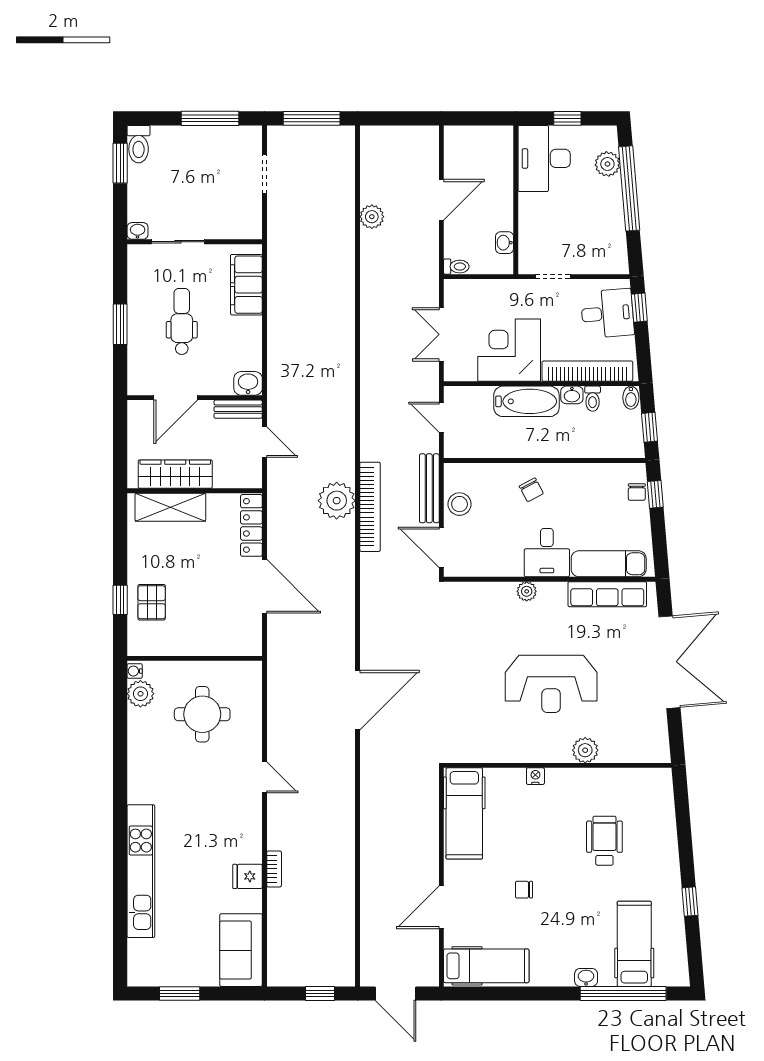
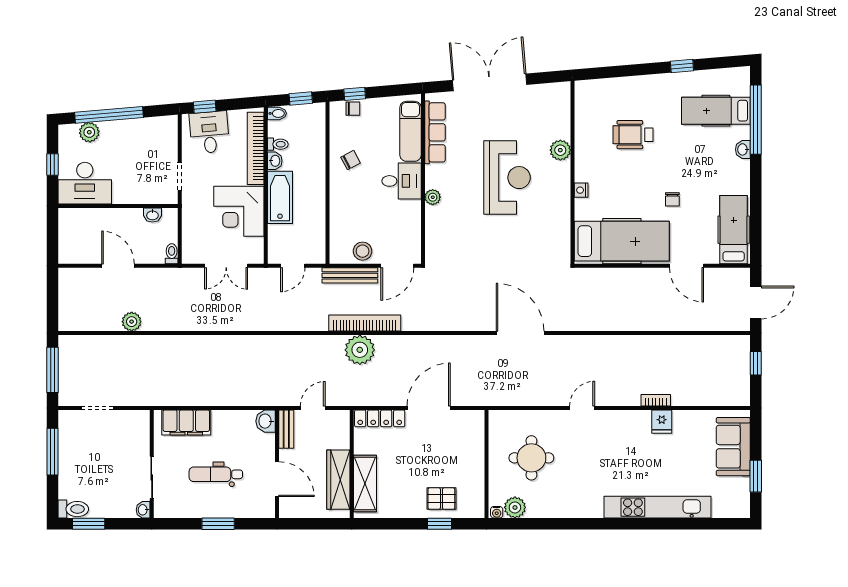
chair: (531, 490) -> (351, 160), moved
hospital bed: (464, 813) -> (622, 241), width x1.37, depth x1.29
sofa: (241, 950) -> (733, 447), moved, turned 90

